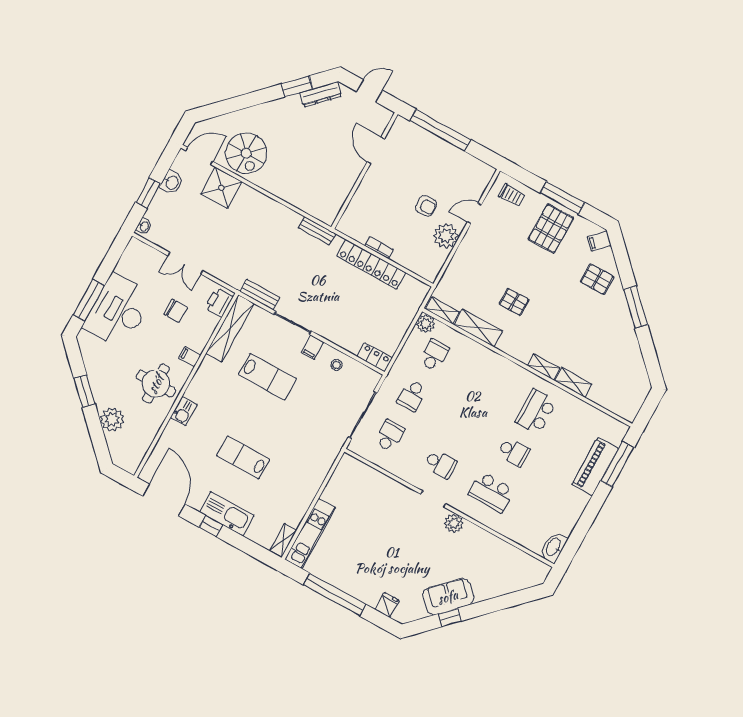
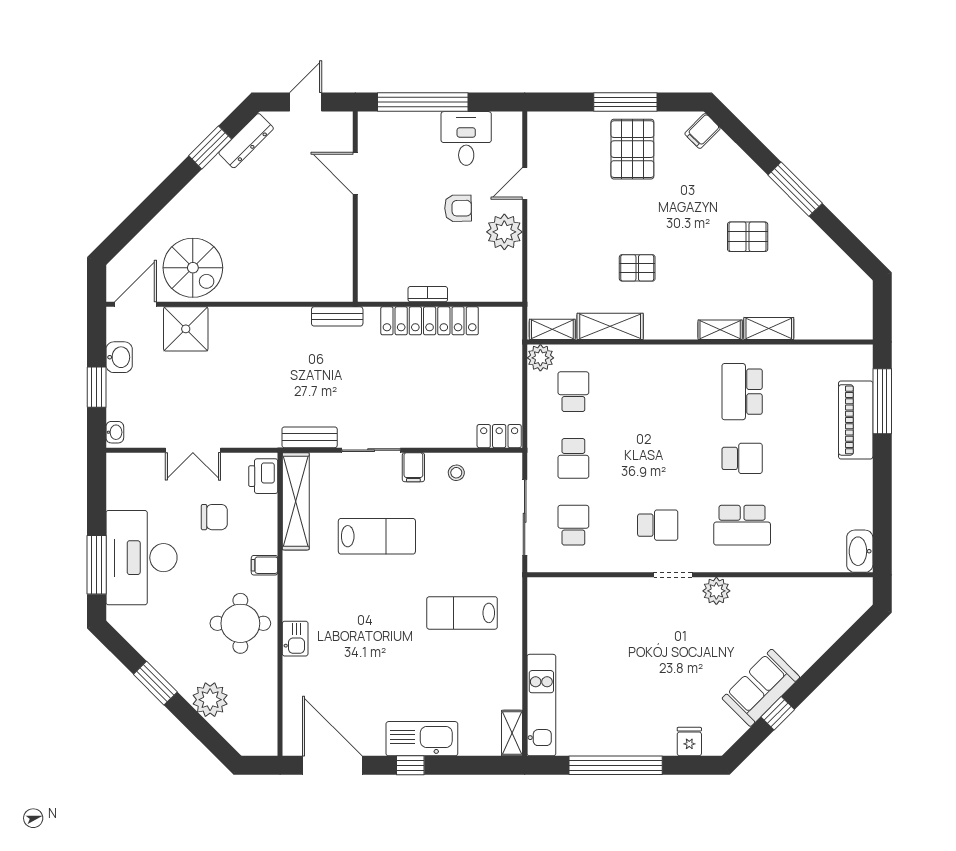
desk: (454, 167) -> (466, 138), added
trolley: (512, 195) -> (559, 134), removed
pallet: (597, 279) -> (748, 237), moved
lab bench: (243, 457) -> (462, 613), moved

